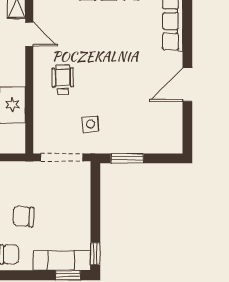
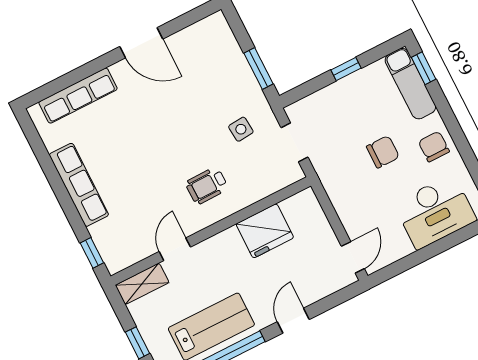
doorway: (62, 157) -> (295, 142), width x0.73
chair: (24, 216) -> (383, 152), turned -94
window: (95, 254) -> (346, 69), moved

